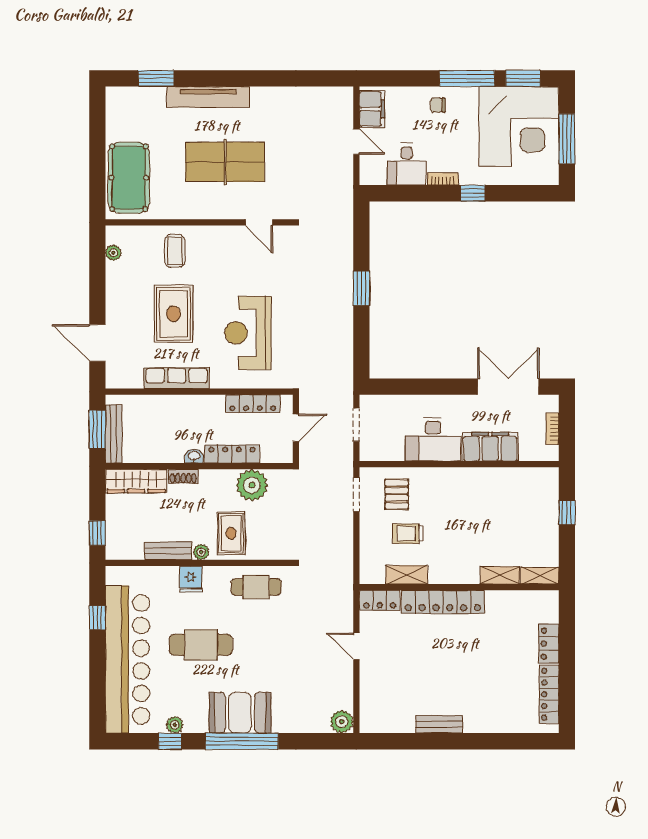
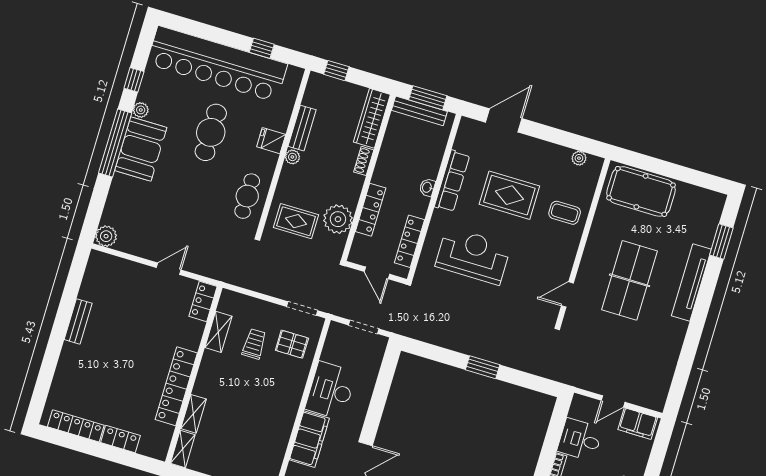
washbasin: (194, 456) -> (427, 187), moved, turned 180
rug: (231, 533) -> (296, 221), moved
locker: (443, 602) -> (176, 386), moved
plant: (175, 725) -> (141, 110), moved

